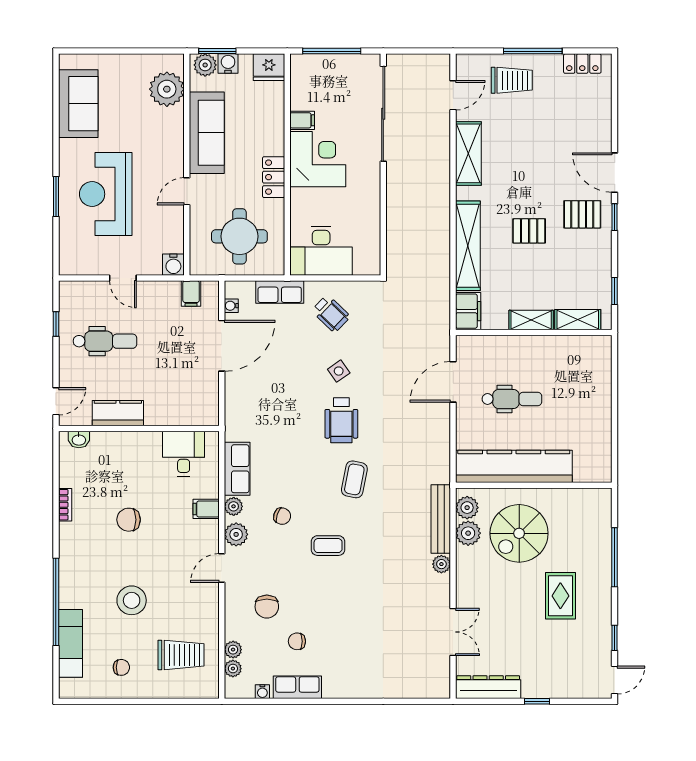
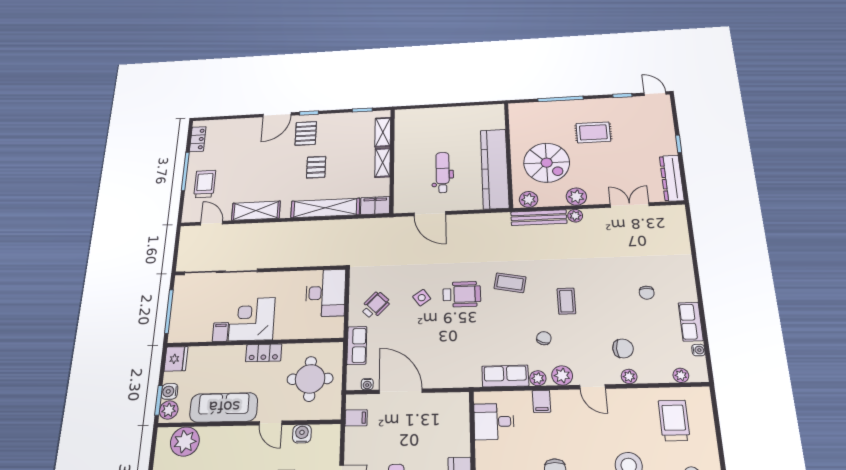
desk: (321, 251) -> (326, 293), moved
water cooler: (173, 265) -> (302, 434), moved, turned -90
plant: (468, 533) -> (576, 197), moved
chair: (297, 641) -> (647, 293), moved
plant: (233, 650) -> (629, 376), moved

